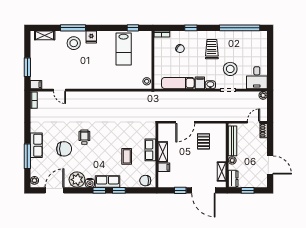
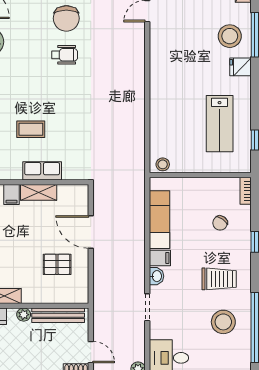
lab bench: (124, 49) -> (220, 124), turned -90
stool: (230, 69) -> (223, 322), moved
chair: (64, 149) -> (66, 18), moved

